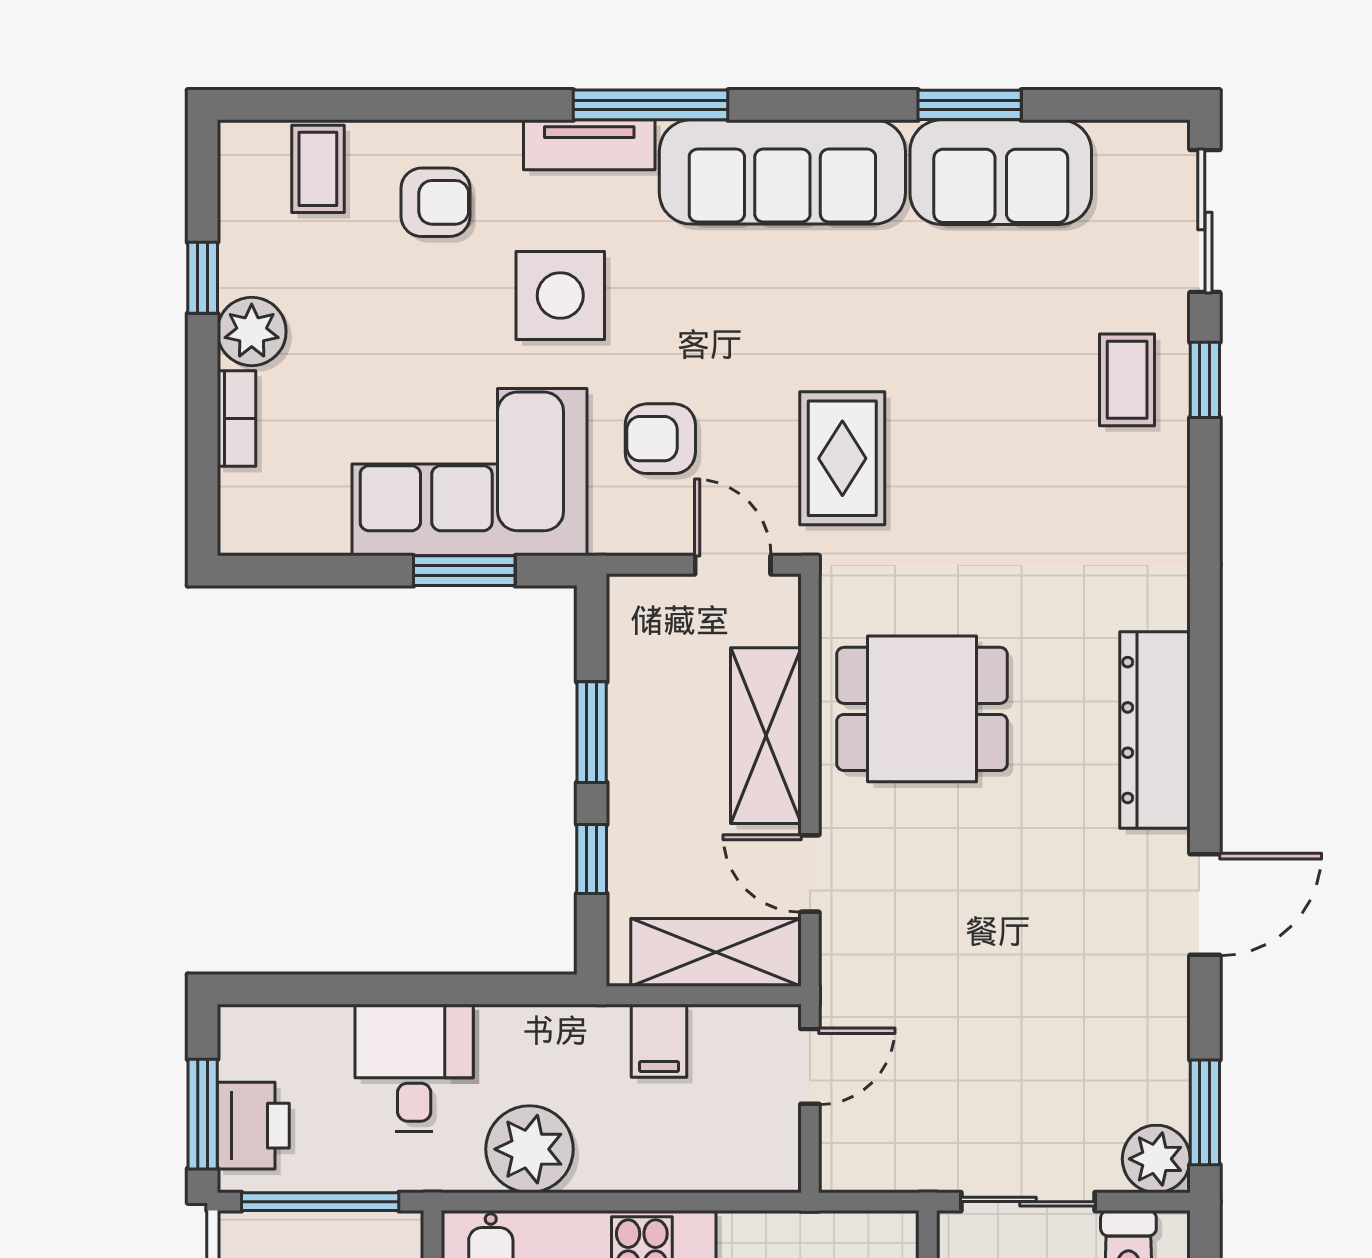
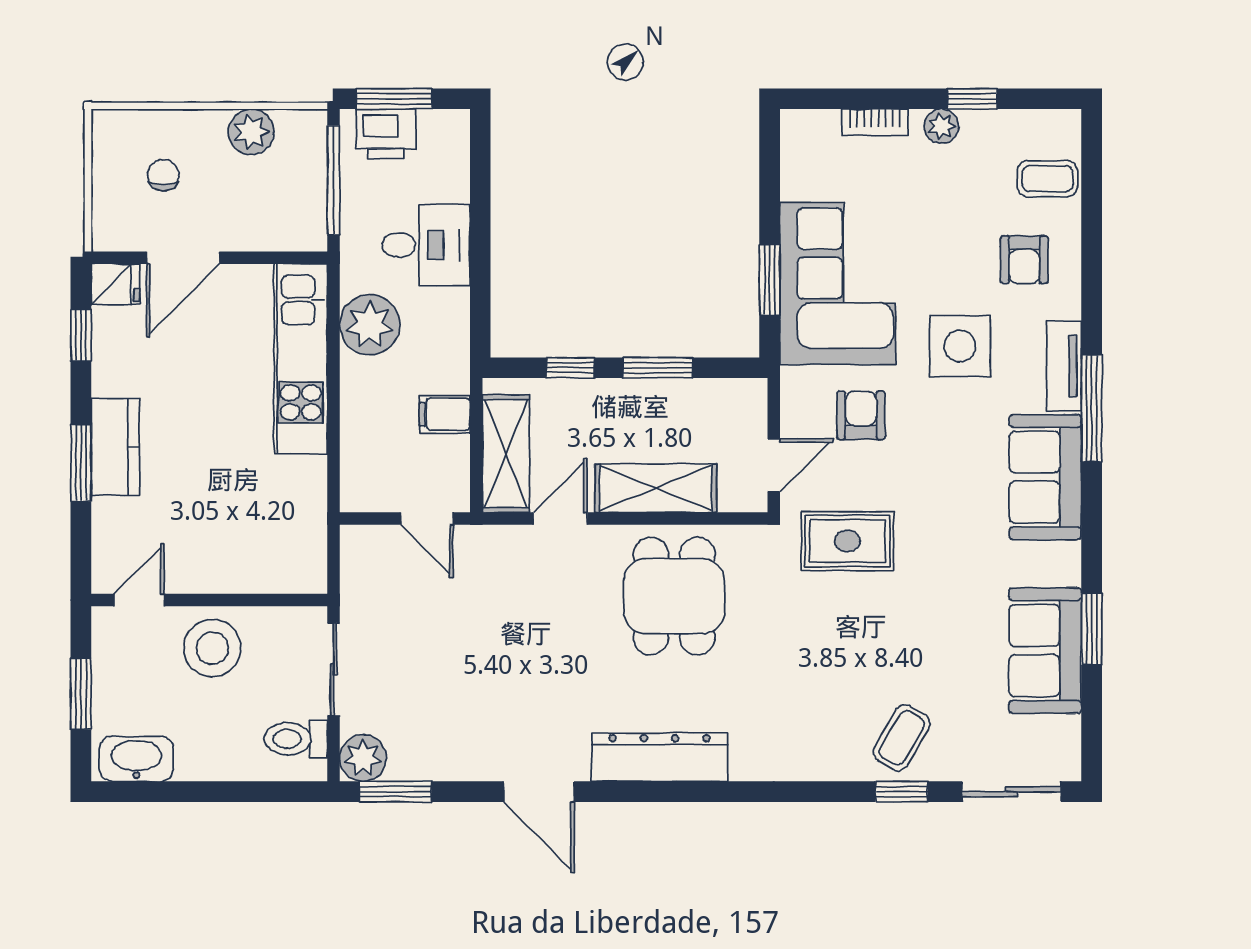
sofa: (782, 172) -> (1045, 477), width x0.73
plant: (252, 331) -> (942, 126), width x0.73, depth x0.73
coffee table: (1127, 380) -> (902, 738), turned -60

